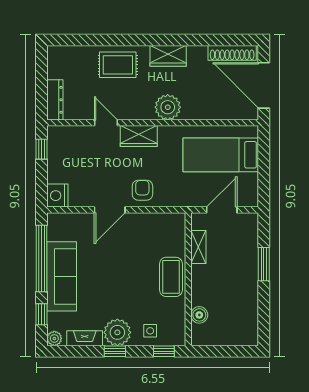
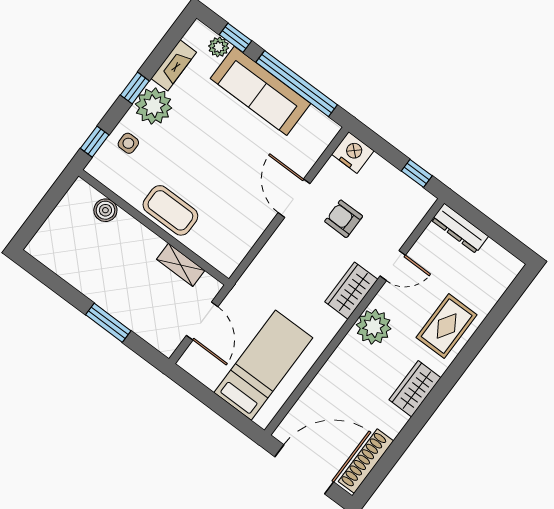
plant: (168, 107) -> (374, 327), moved
armchair: (142, 190) -> (344, 219), moved, turned 180
plant: (54, 338) -> (219, 47), moved

